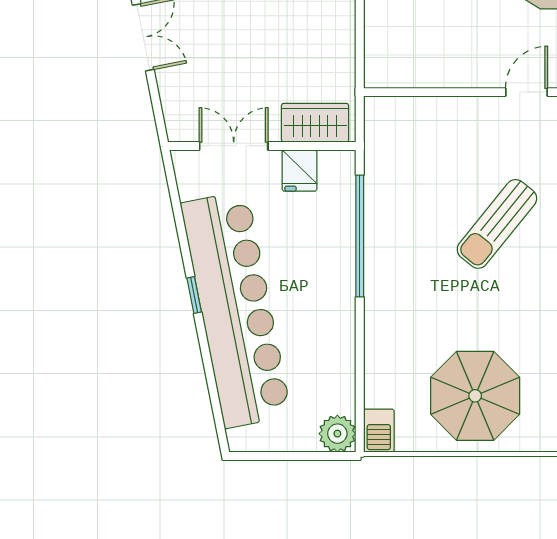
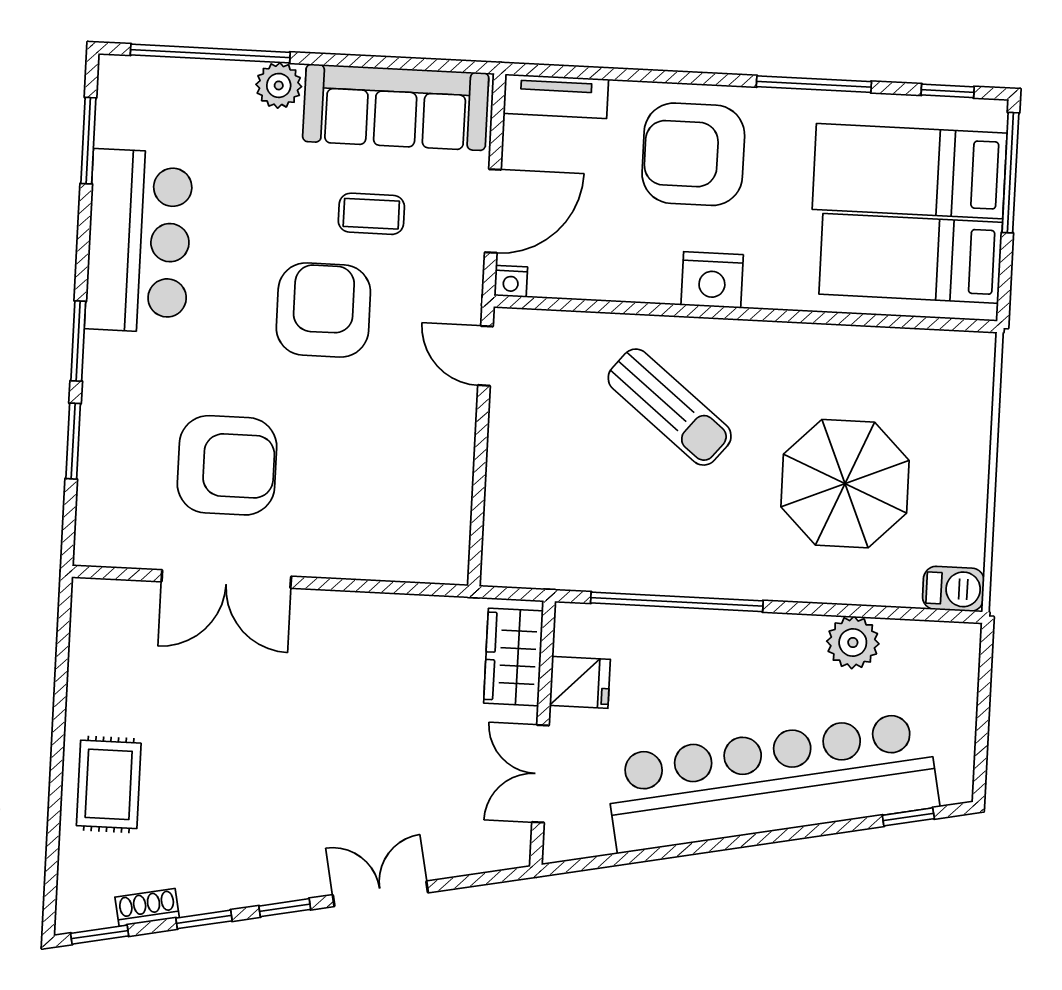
window: (194, 295) -> (908, 817), moved
parasol: (475, 396) -> (845, 484), moved
plant: (337, 434) -> (853, 642), moved

